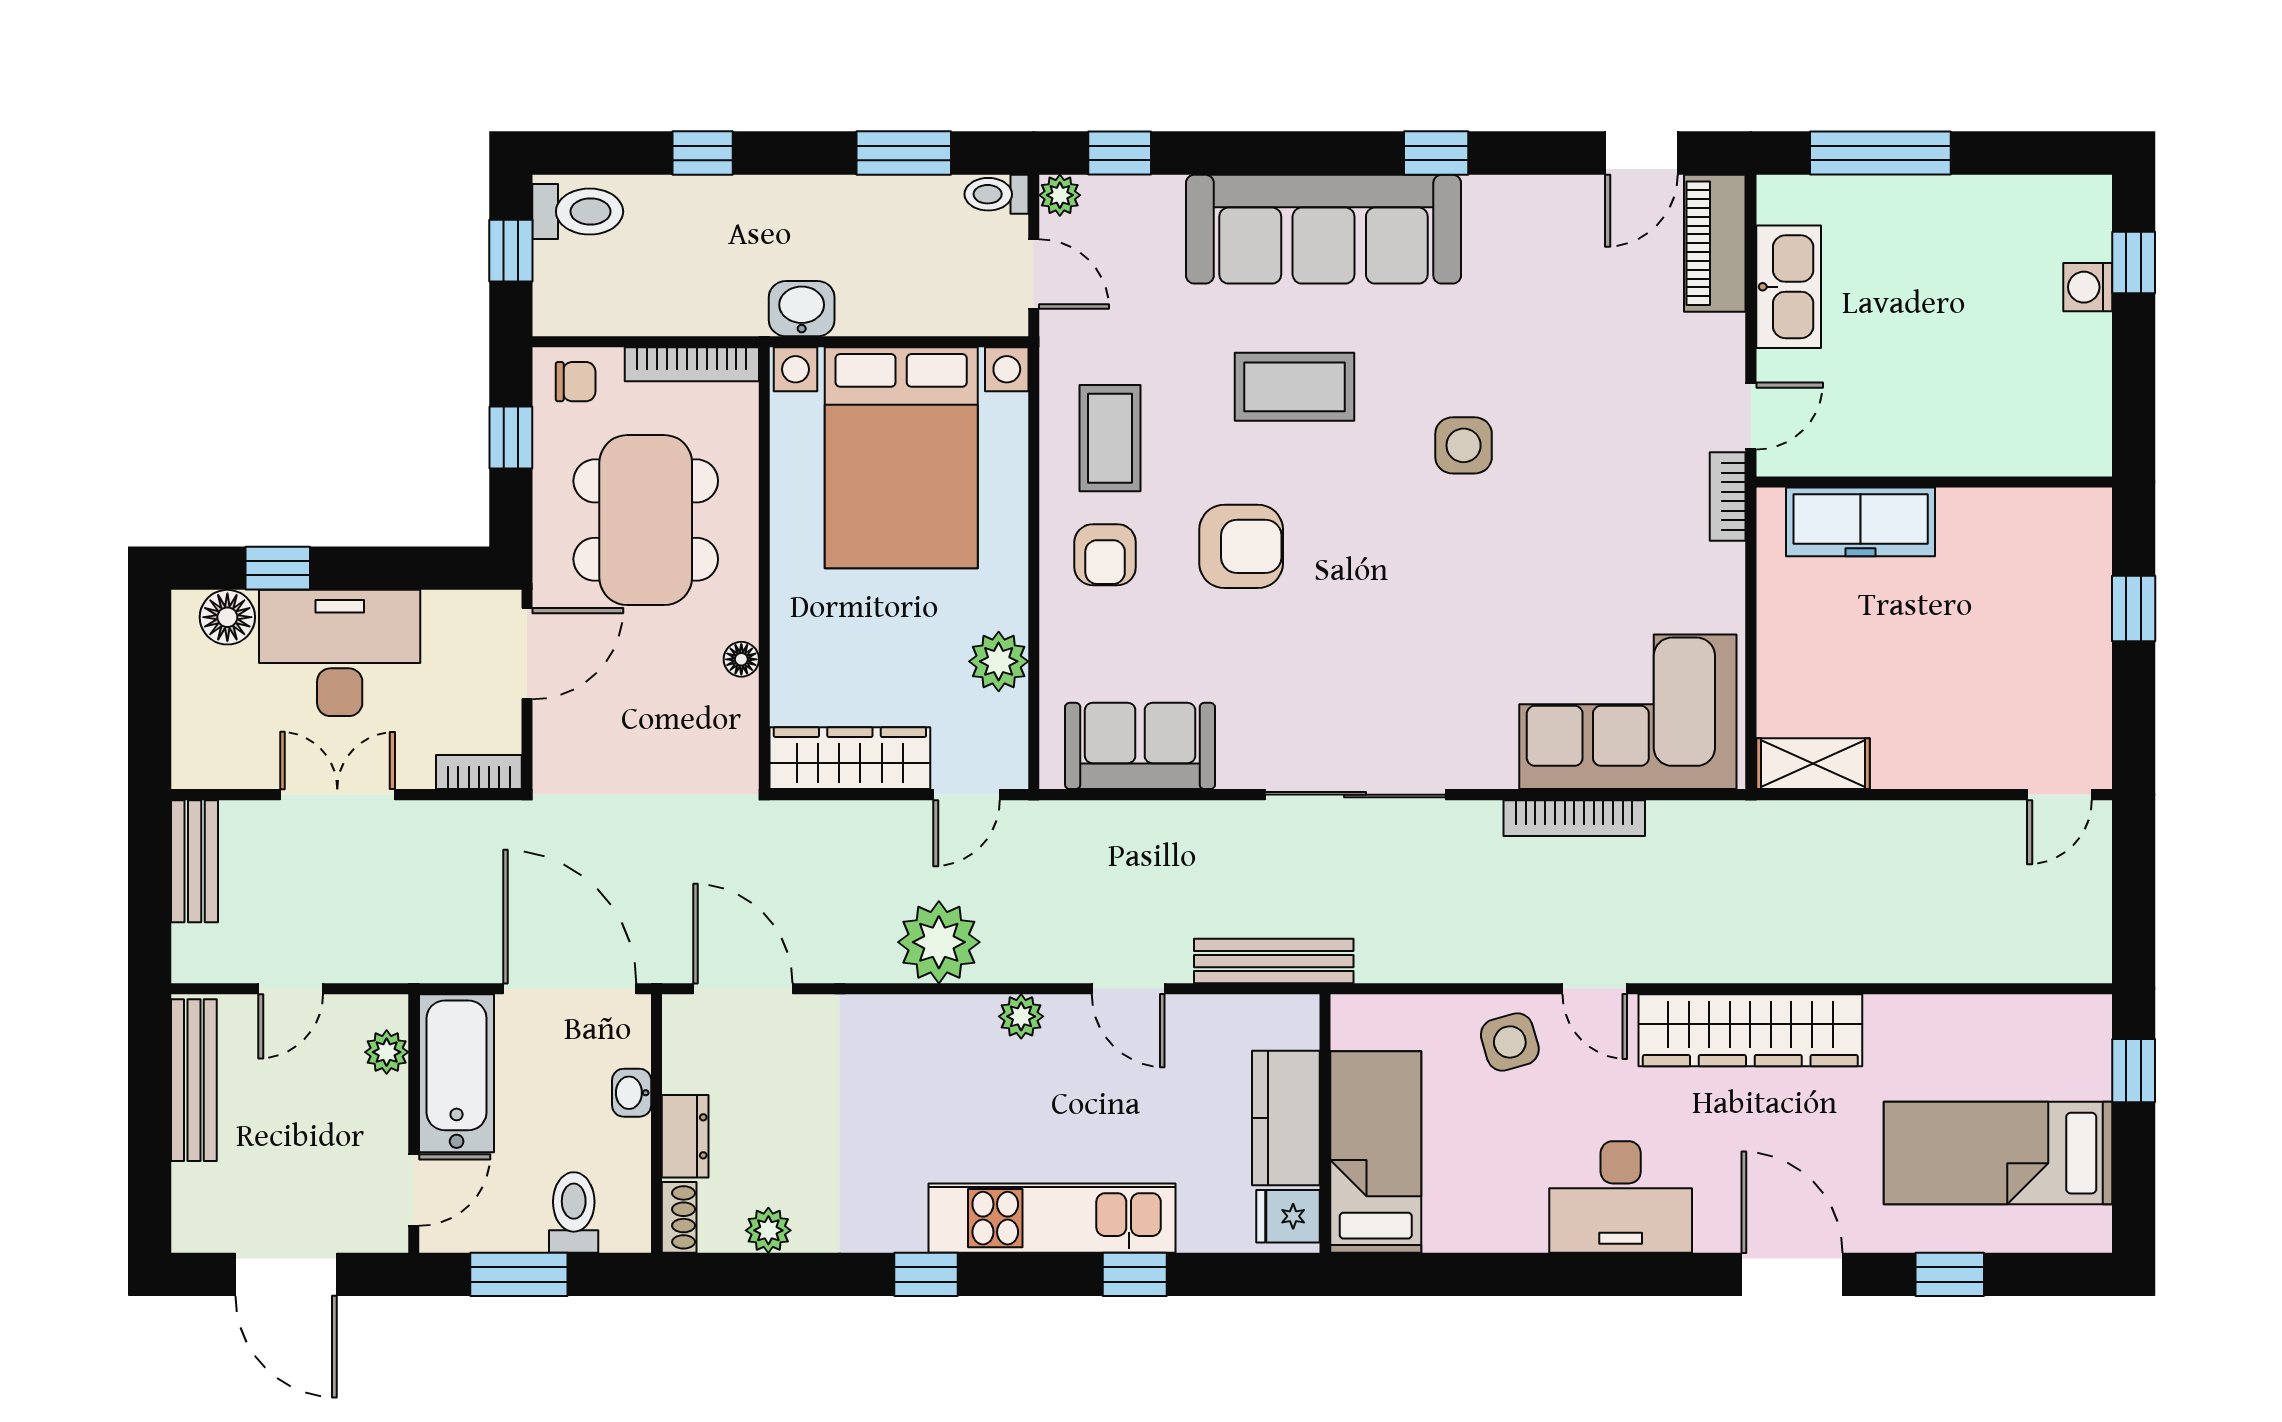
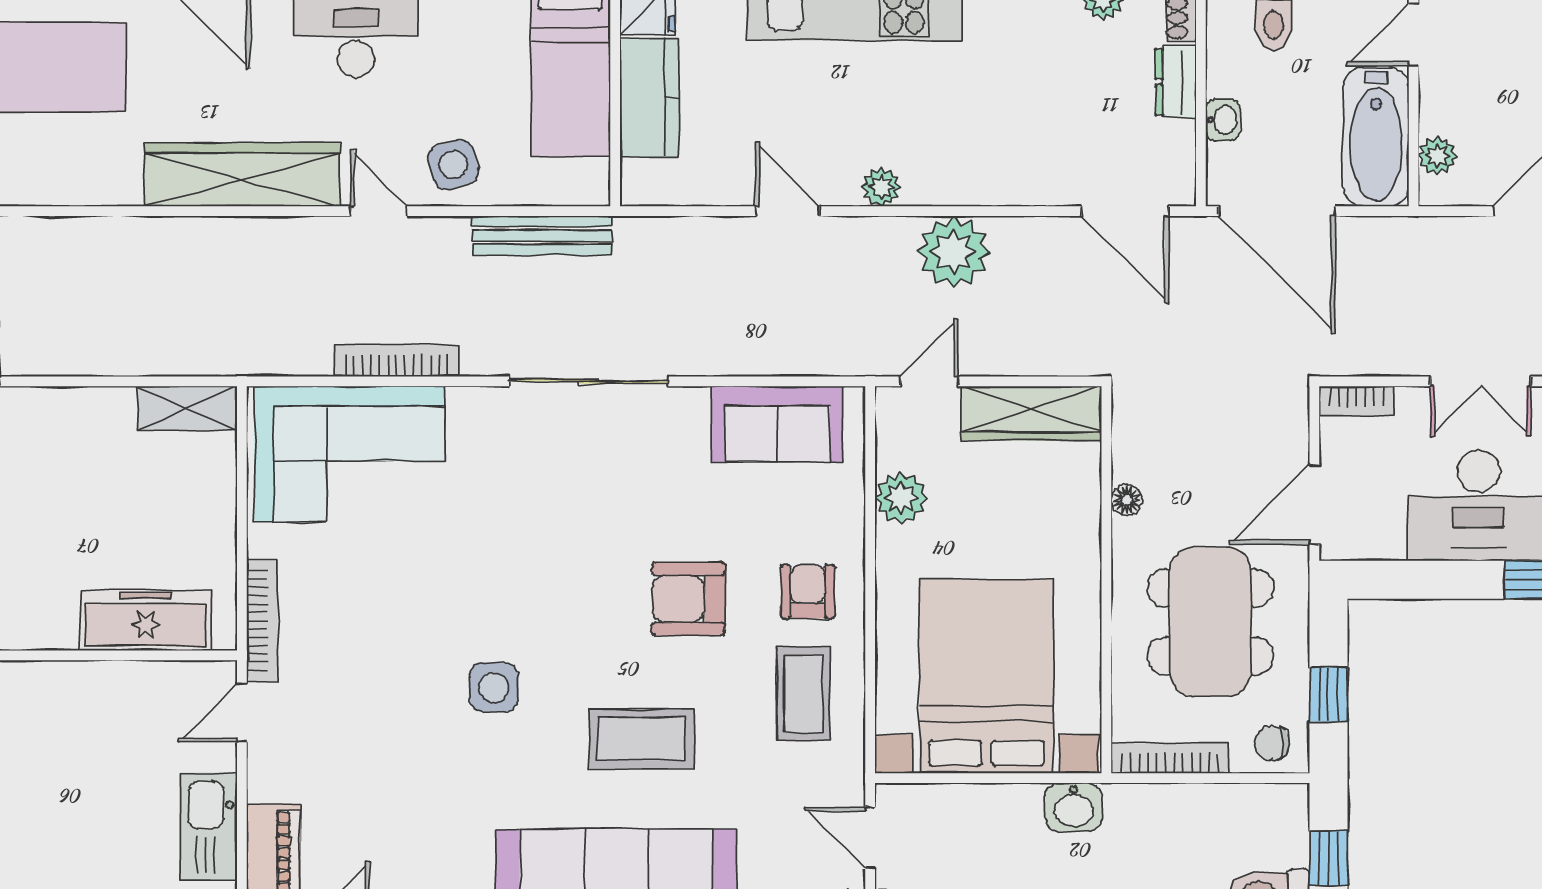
bookcase: (1728, 496) -> (262, 621), width x1.56
bench: (1274, 961) -> (542, 235), moved

